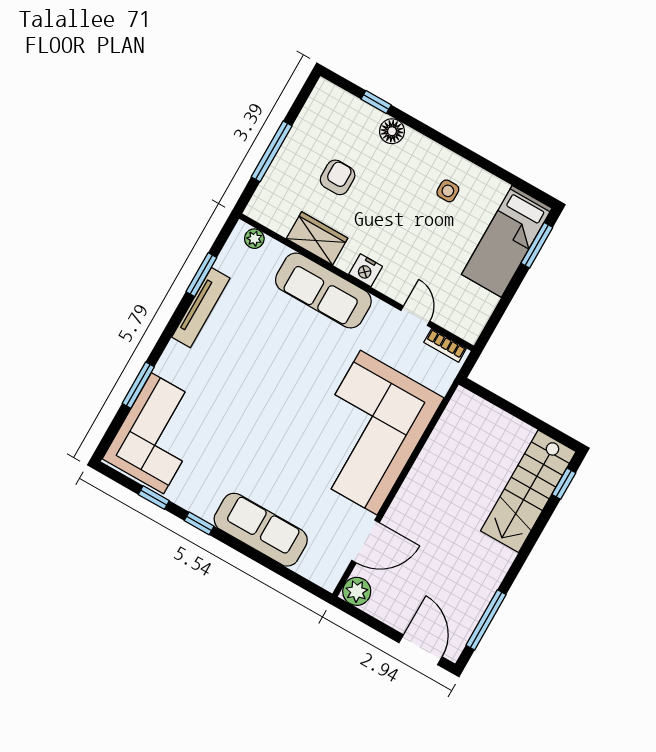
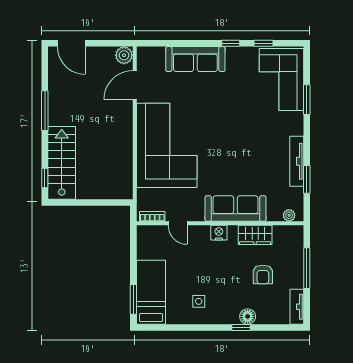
window: (376, 102) -> (241, 327), moved
tv unit: (316, 106) -> (297, 307), added
window: (486, 620) -> (45, 111), moved

